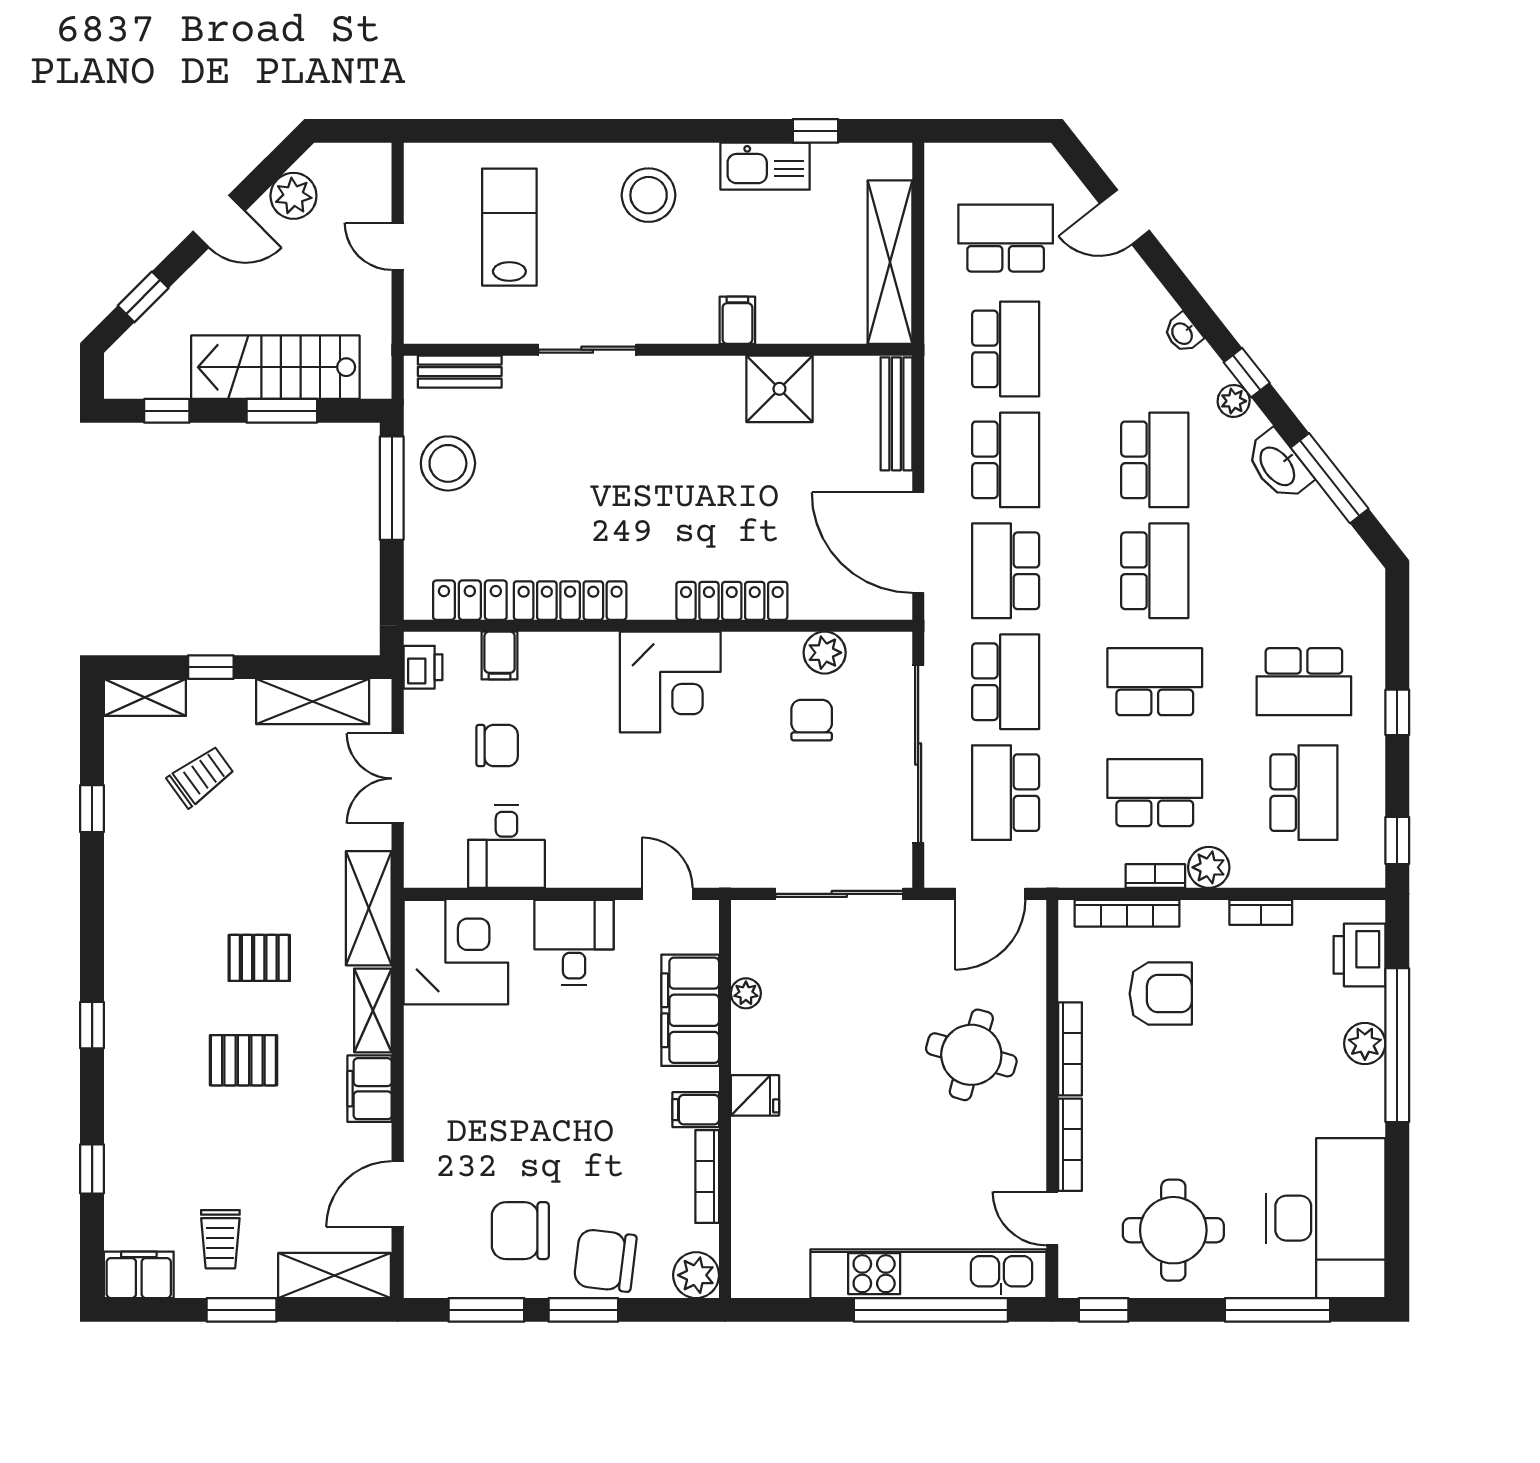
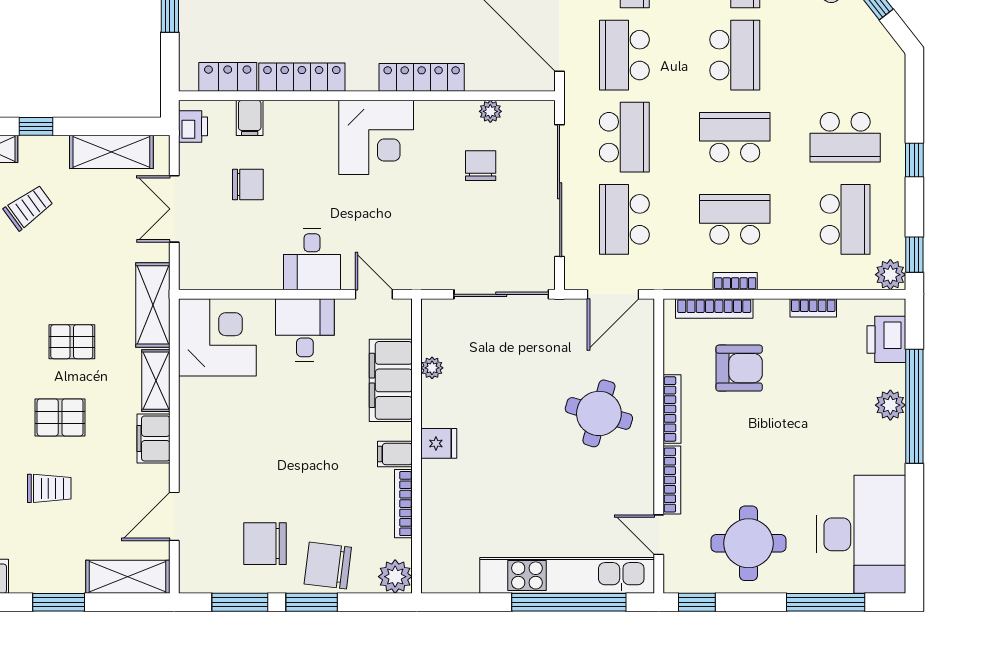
plant: (825, 653) -> (490, 111), width x0.73, depth x0.73
desk: (506, 847) -> (312, 259), moved
plant: (1209, 867) -> (890, 275), moved
trolley: (220, 1239) -> (49, 488), moved, turned -90

